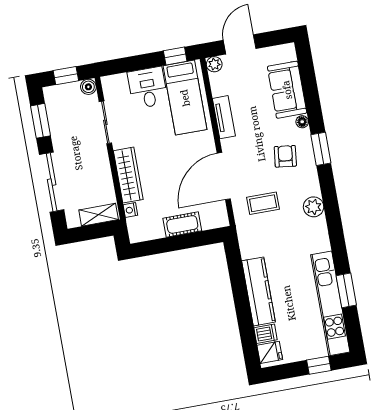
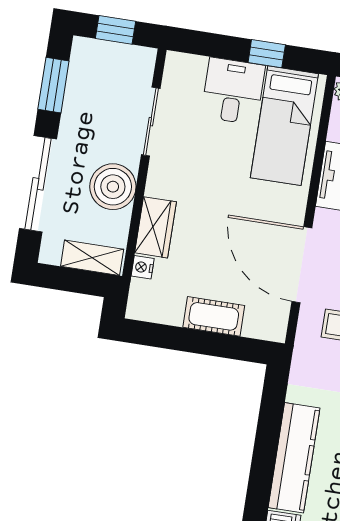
window: (175, 56) -> (267, 54), moved
boiler: (88, 87) -> (113, 187), moved, width x1.86, depth x1.86
wardrobe: (128, 175) -> (156, 227), width x0.67
door: (224, 176) -> (302, 265), hinge flipped

